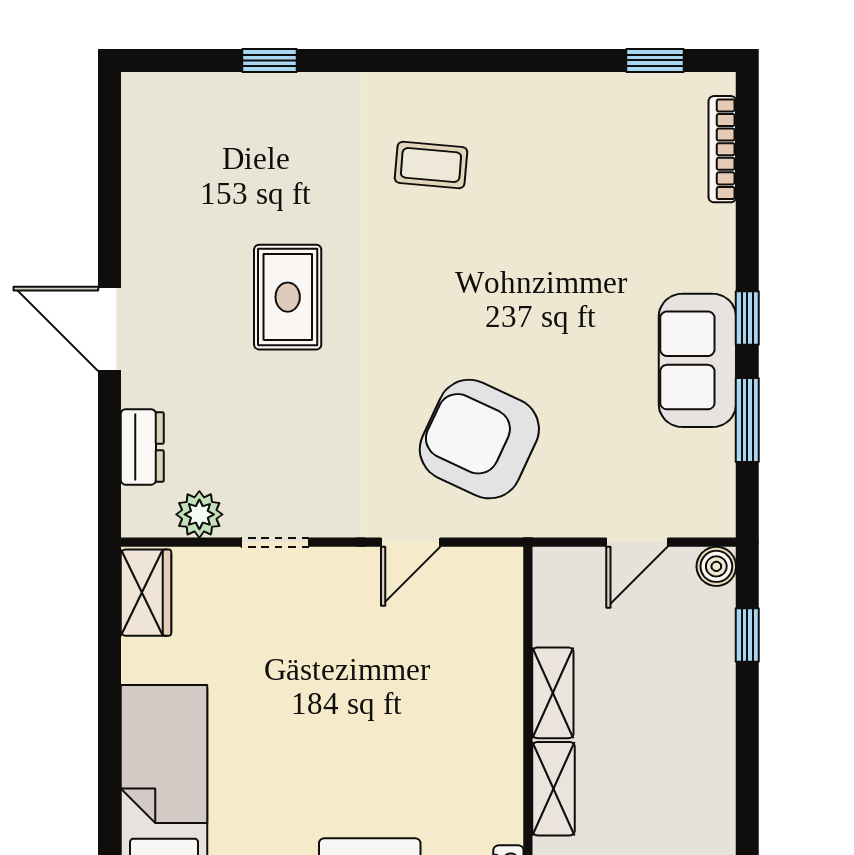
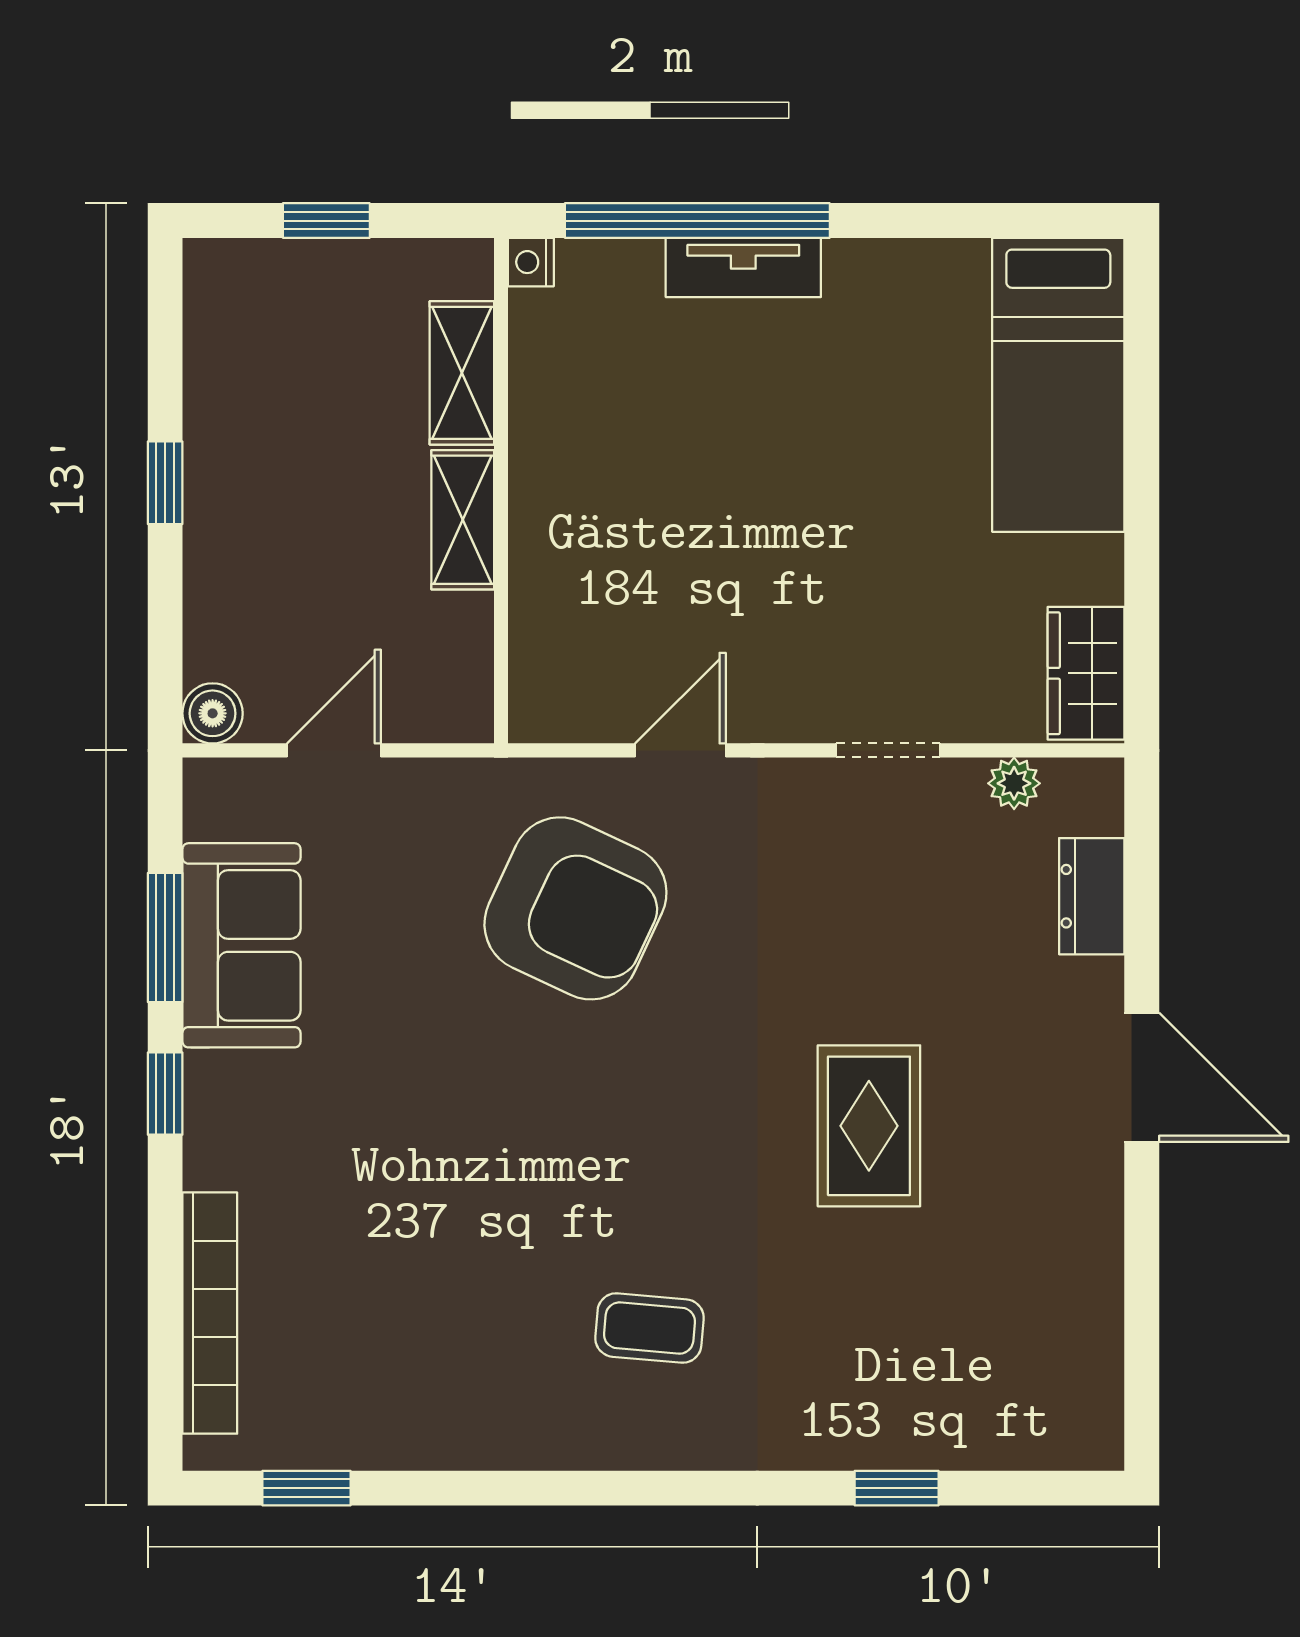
bookcase: (722, 149) -> (210, 1313), width x1.48, depth x1.31
sofa: (697, 360) -> (242, 945), moved
plant: (199, 514) -> (1014, 783), width x0.73, depth x0.73
window: (747, 635) -> (165, 483), moved

